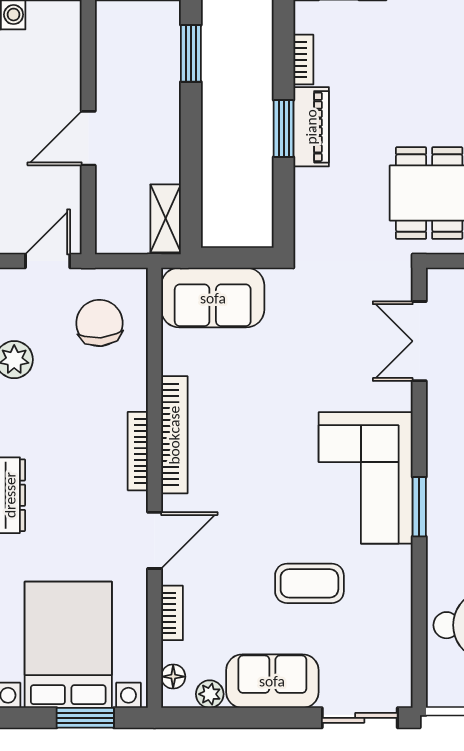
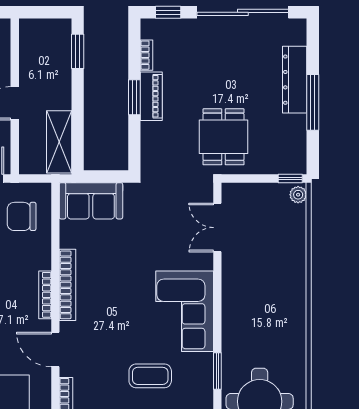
shelving: (166, 218) -> (59, 142), width x1.50, depth x1.33
chair: (99, 323) -> (22, 216), turned -85
window: (419, 507) -> (217, 371), moved
door: (154, 540) -> (55, 350), swing flipped

